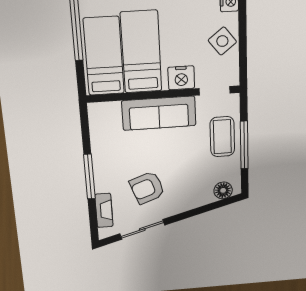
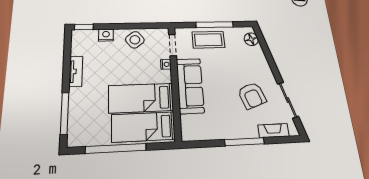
nightstand: (181, 78) -> (166, 64), width x0.53, depth x0.56

